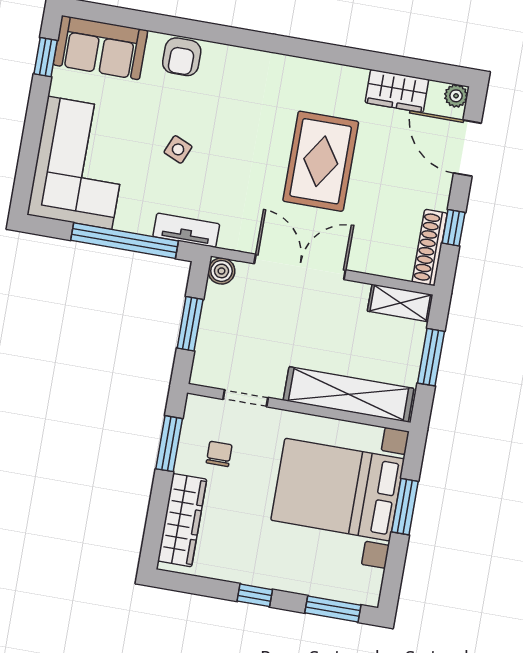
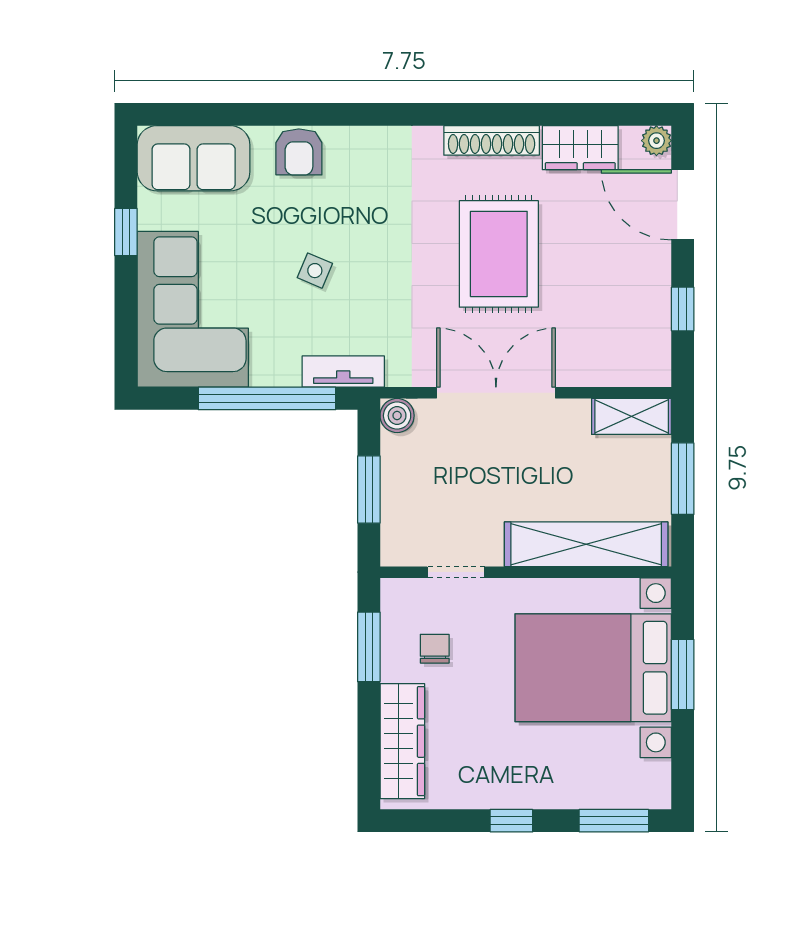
window: (46, 57) -> (126, 232), moved
shoe rack: (430, 248) -> (492, 140), moved, turned -90

